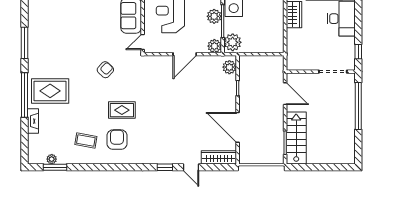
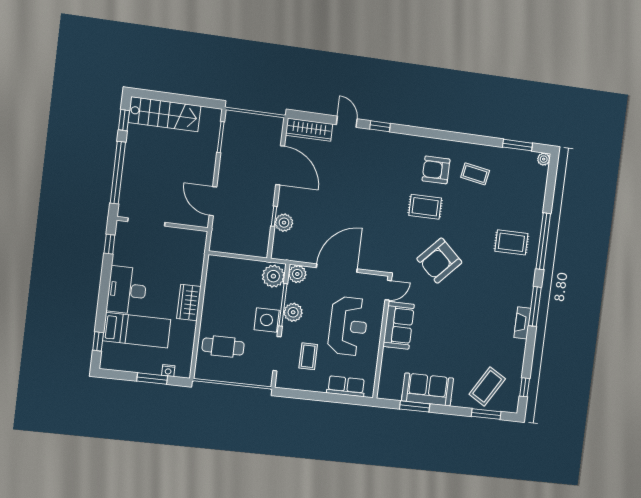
door: (185, 54) -> (337, 268), width x1.36
plant: (229, 67) -> (284, 223), moved
armchair: (105, 70) -> (439, 261), width x1.88, depth x1.88
rug: (50, 91) -> (511, 242), width x0.73, depth x0.70
fireplace: (33, 121) -> (522, 323), moved
stairs: (296, 138) -> (164, 114), moved, turned -90
armchair: (117, 140) -> (436, 170), turned 90
window: (358, 146) -> (124, 120), added
plant: (52, 159) -> (544, 159), moved

